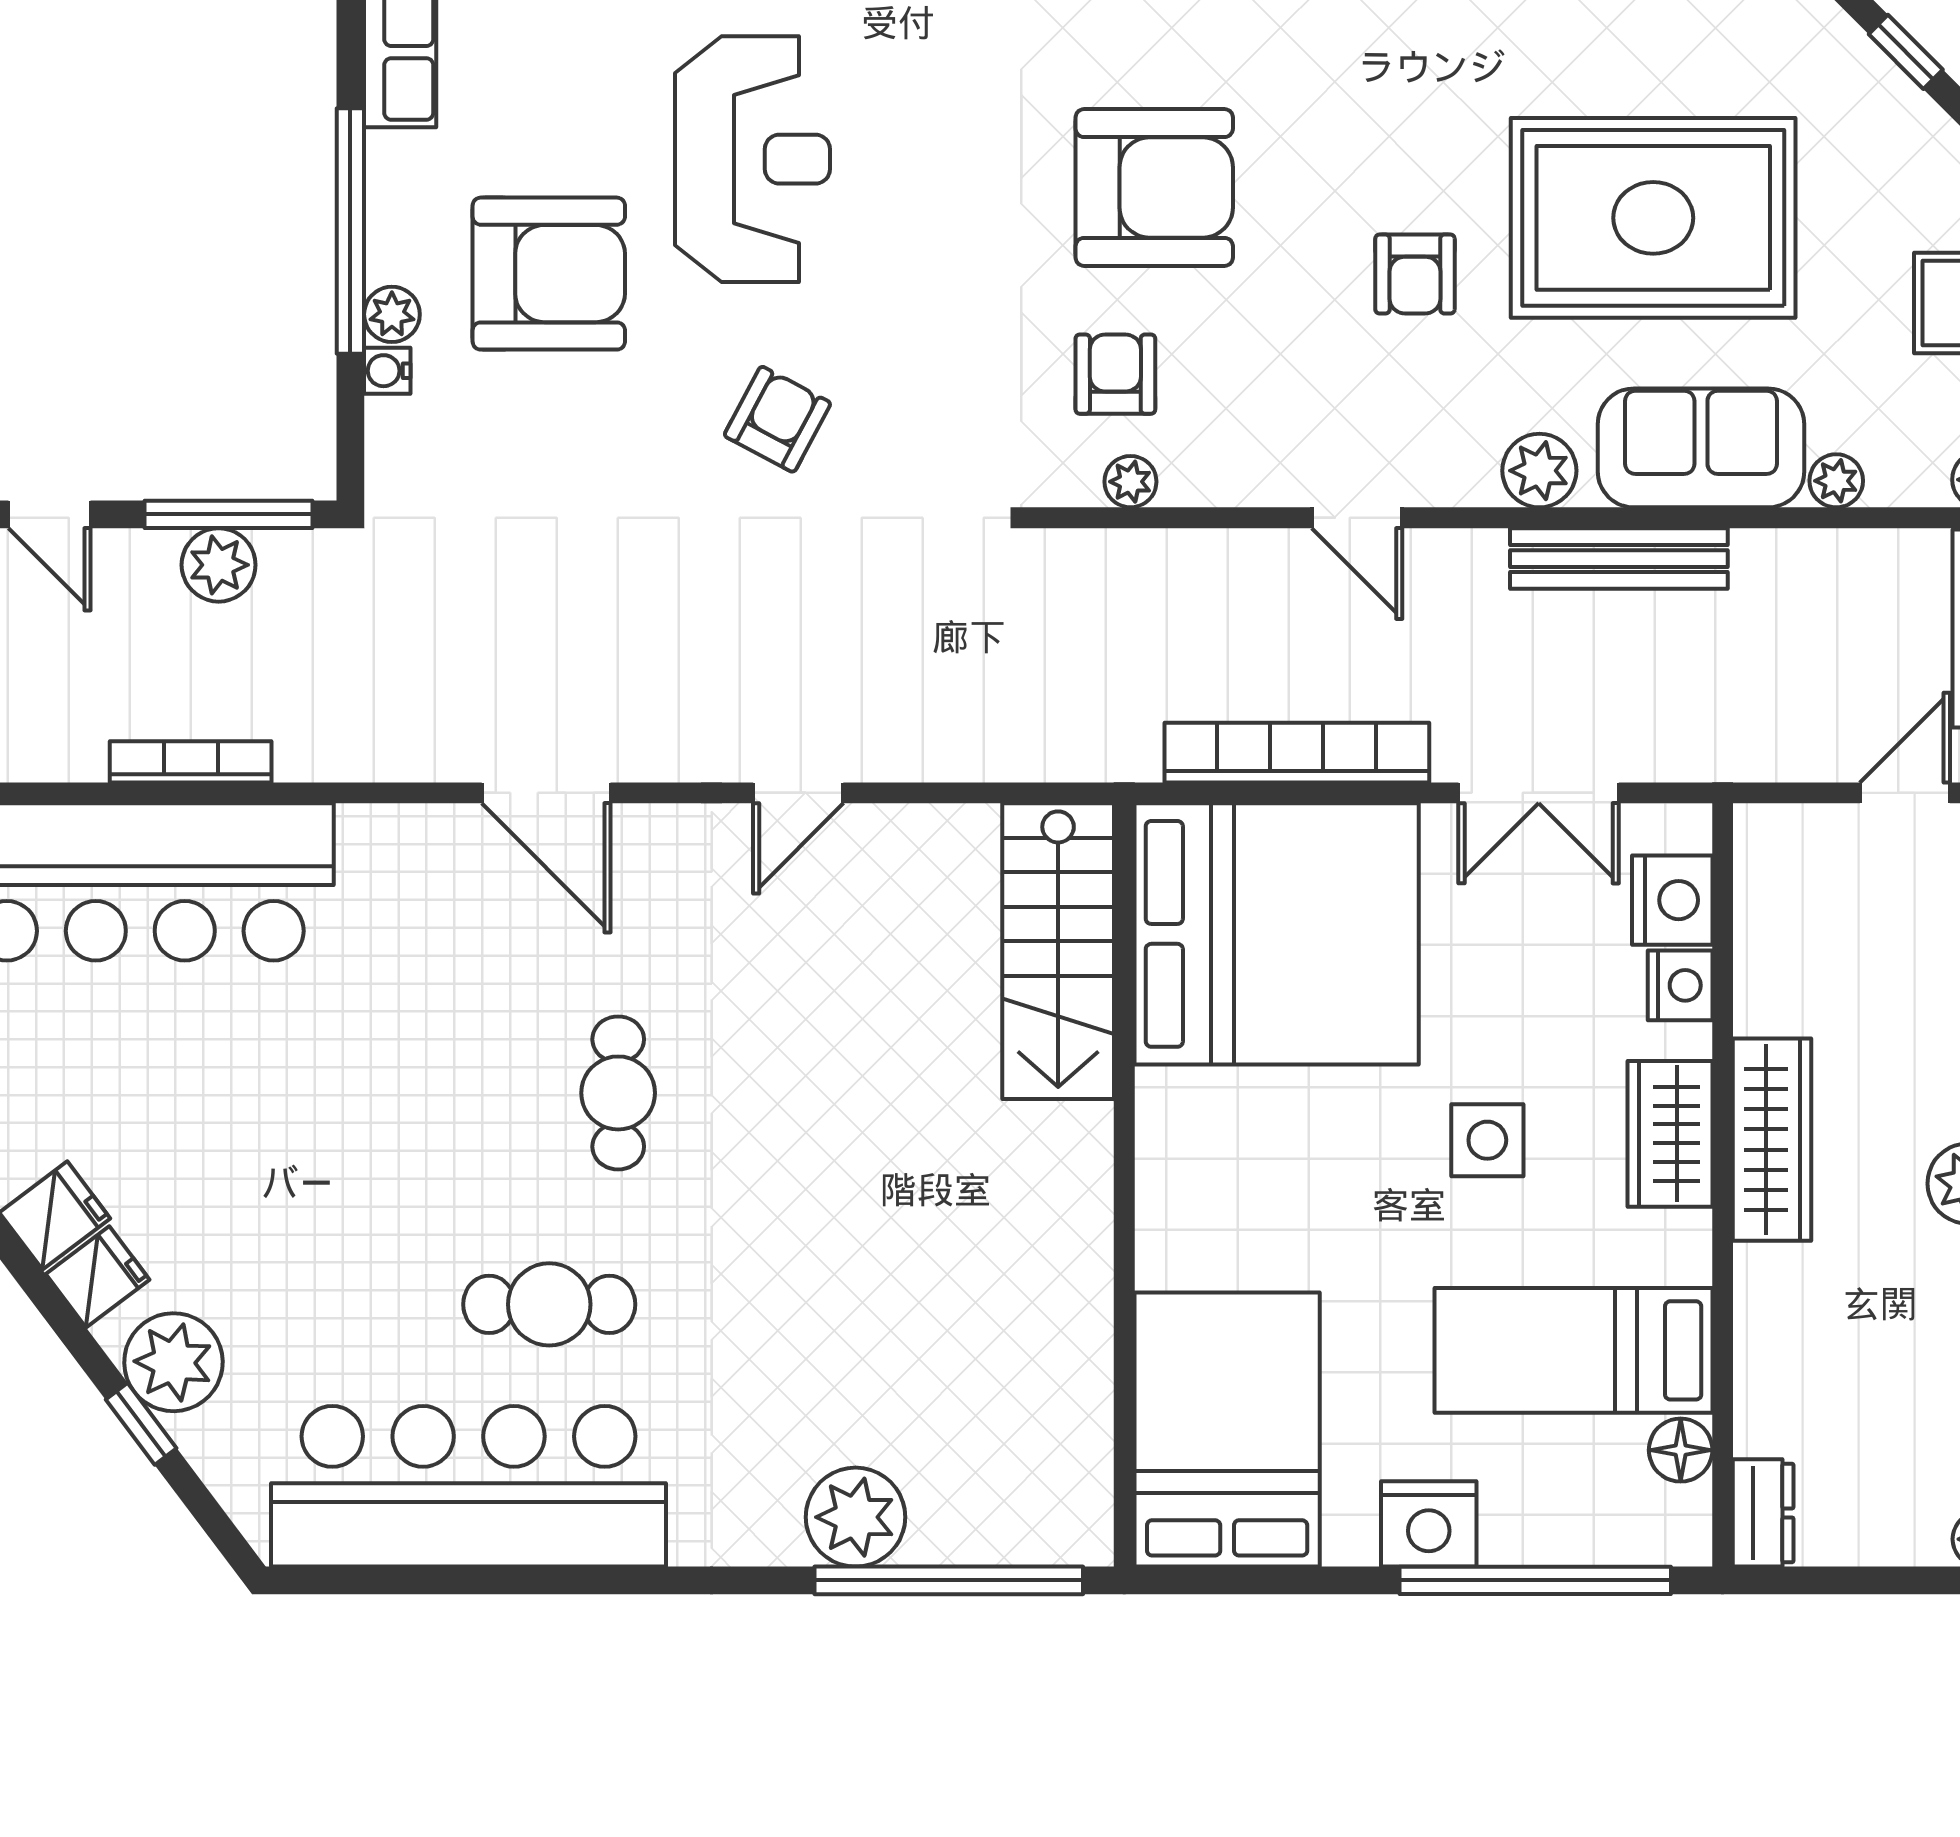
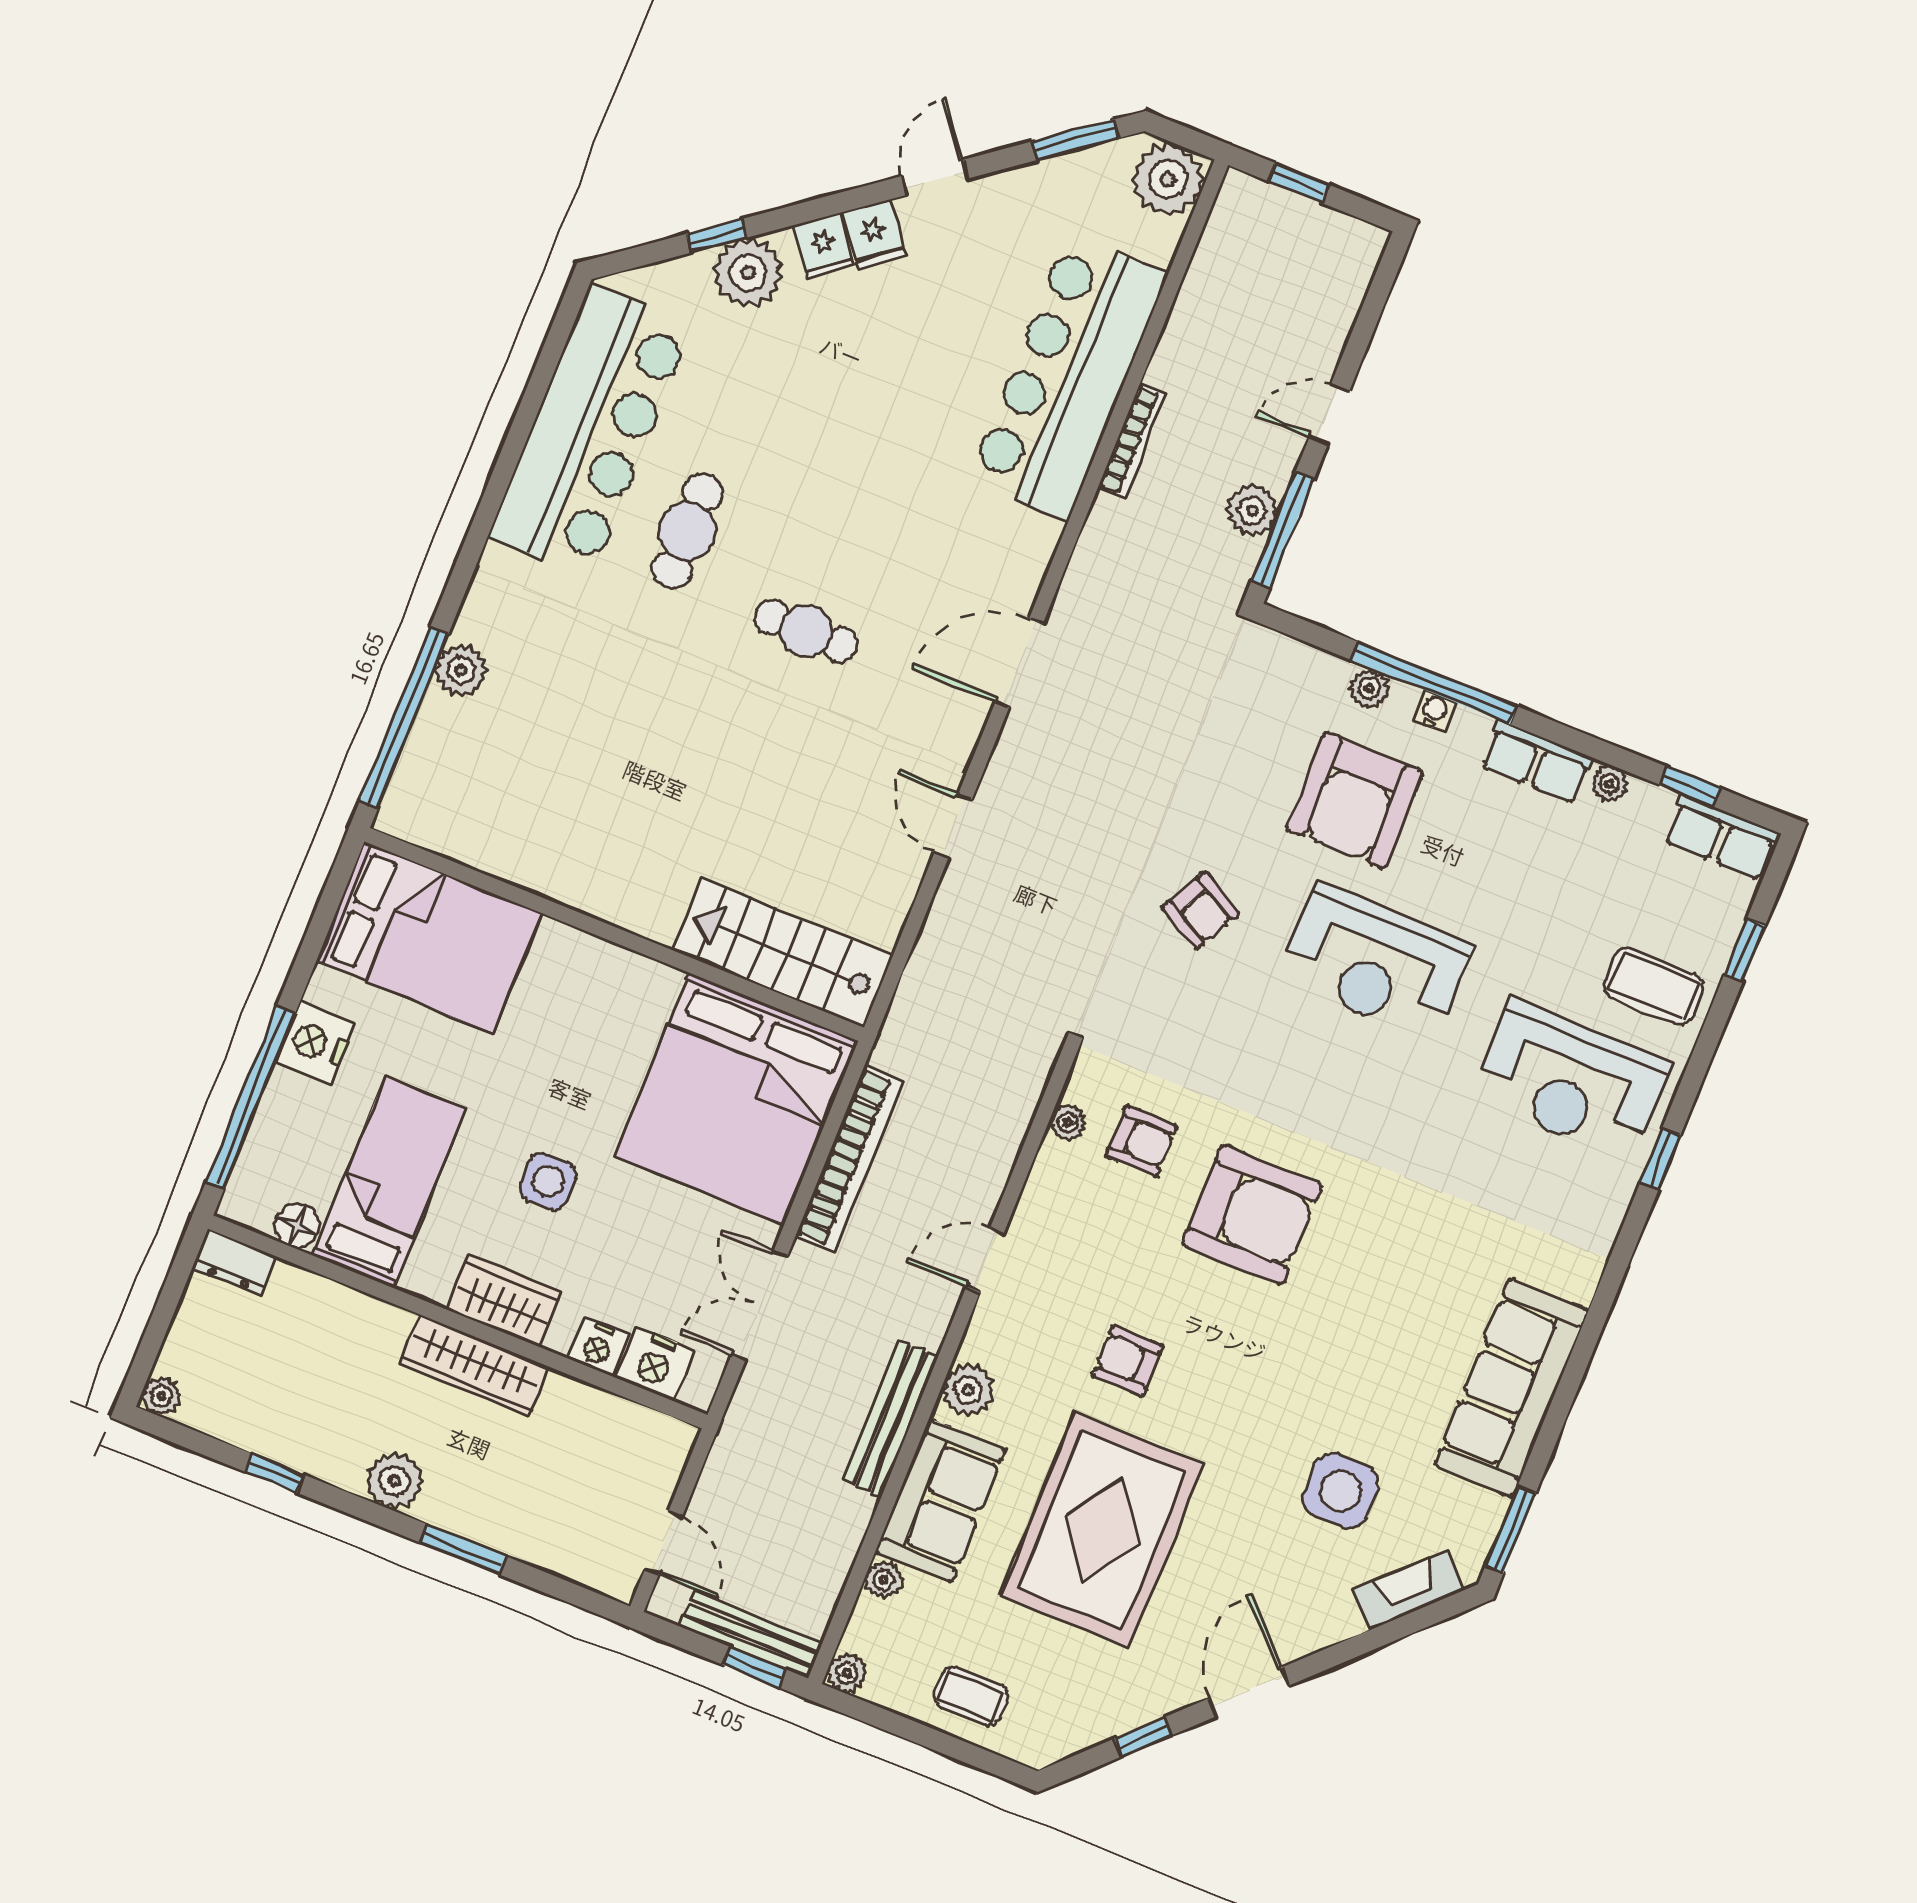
armchair: (1154, 187) -> (1252, 1215), turned -90
water cooler: (387, 371) -> (1434, 711), moved
plant: (856, 1517) -> (461, 670), width x0.73, depth x0.73

